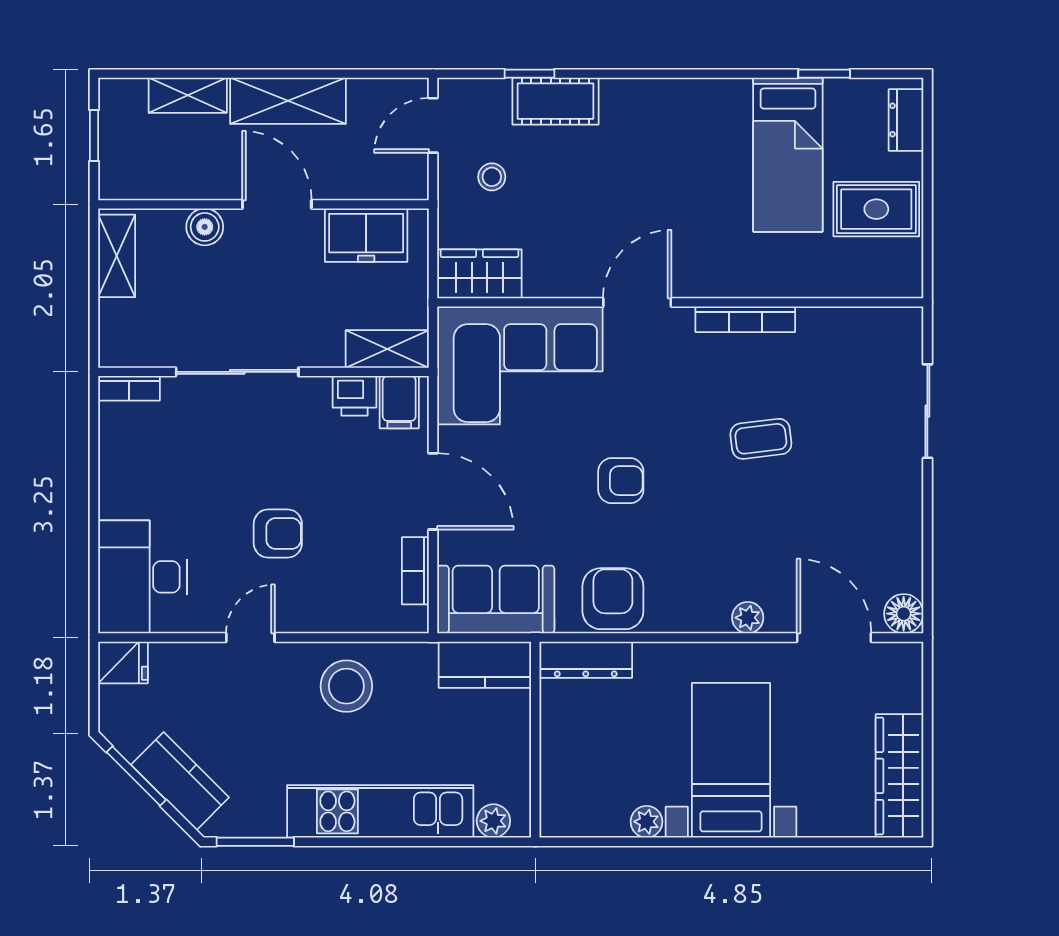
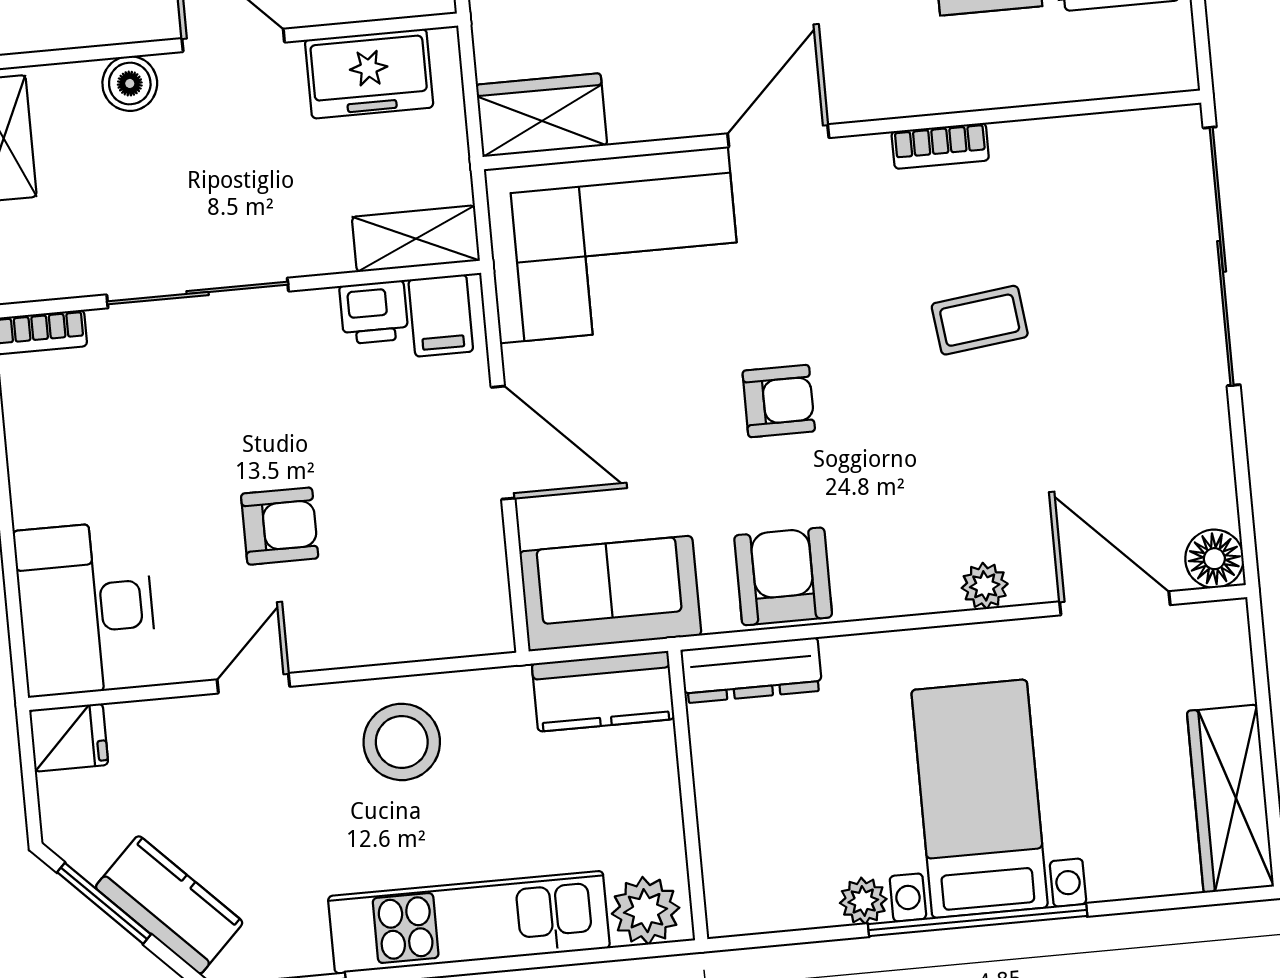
bookcase: (745, 319) -> (940, 146), width x0.64
sliding door: (927, 411) -> (1222, 256), width x1.86
bookcase: (415, 571) -> (488, 562), removed
plant: (493, 821) -> (646, 911), width x1.38, depth x1.38
window: (722, 842) -> (978, 920), added

